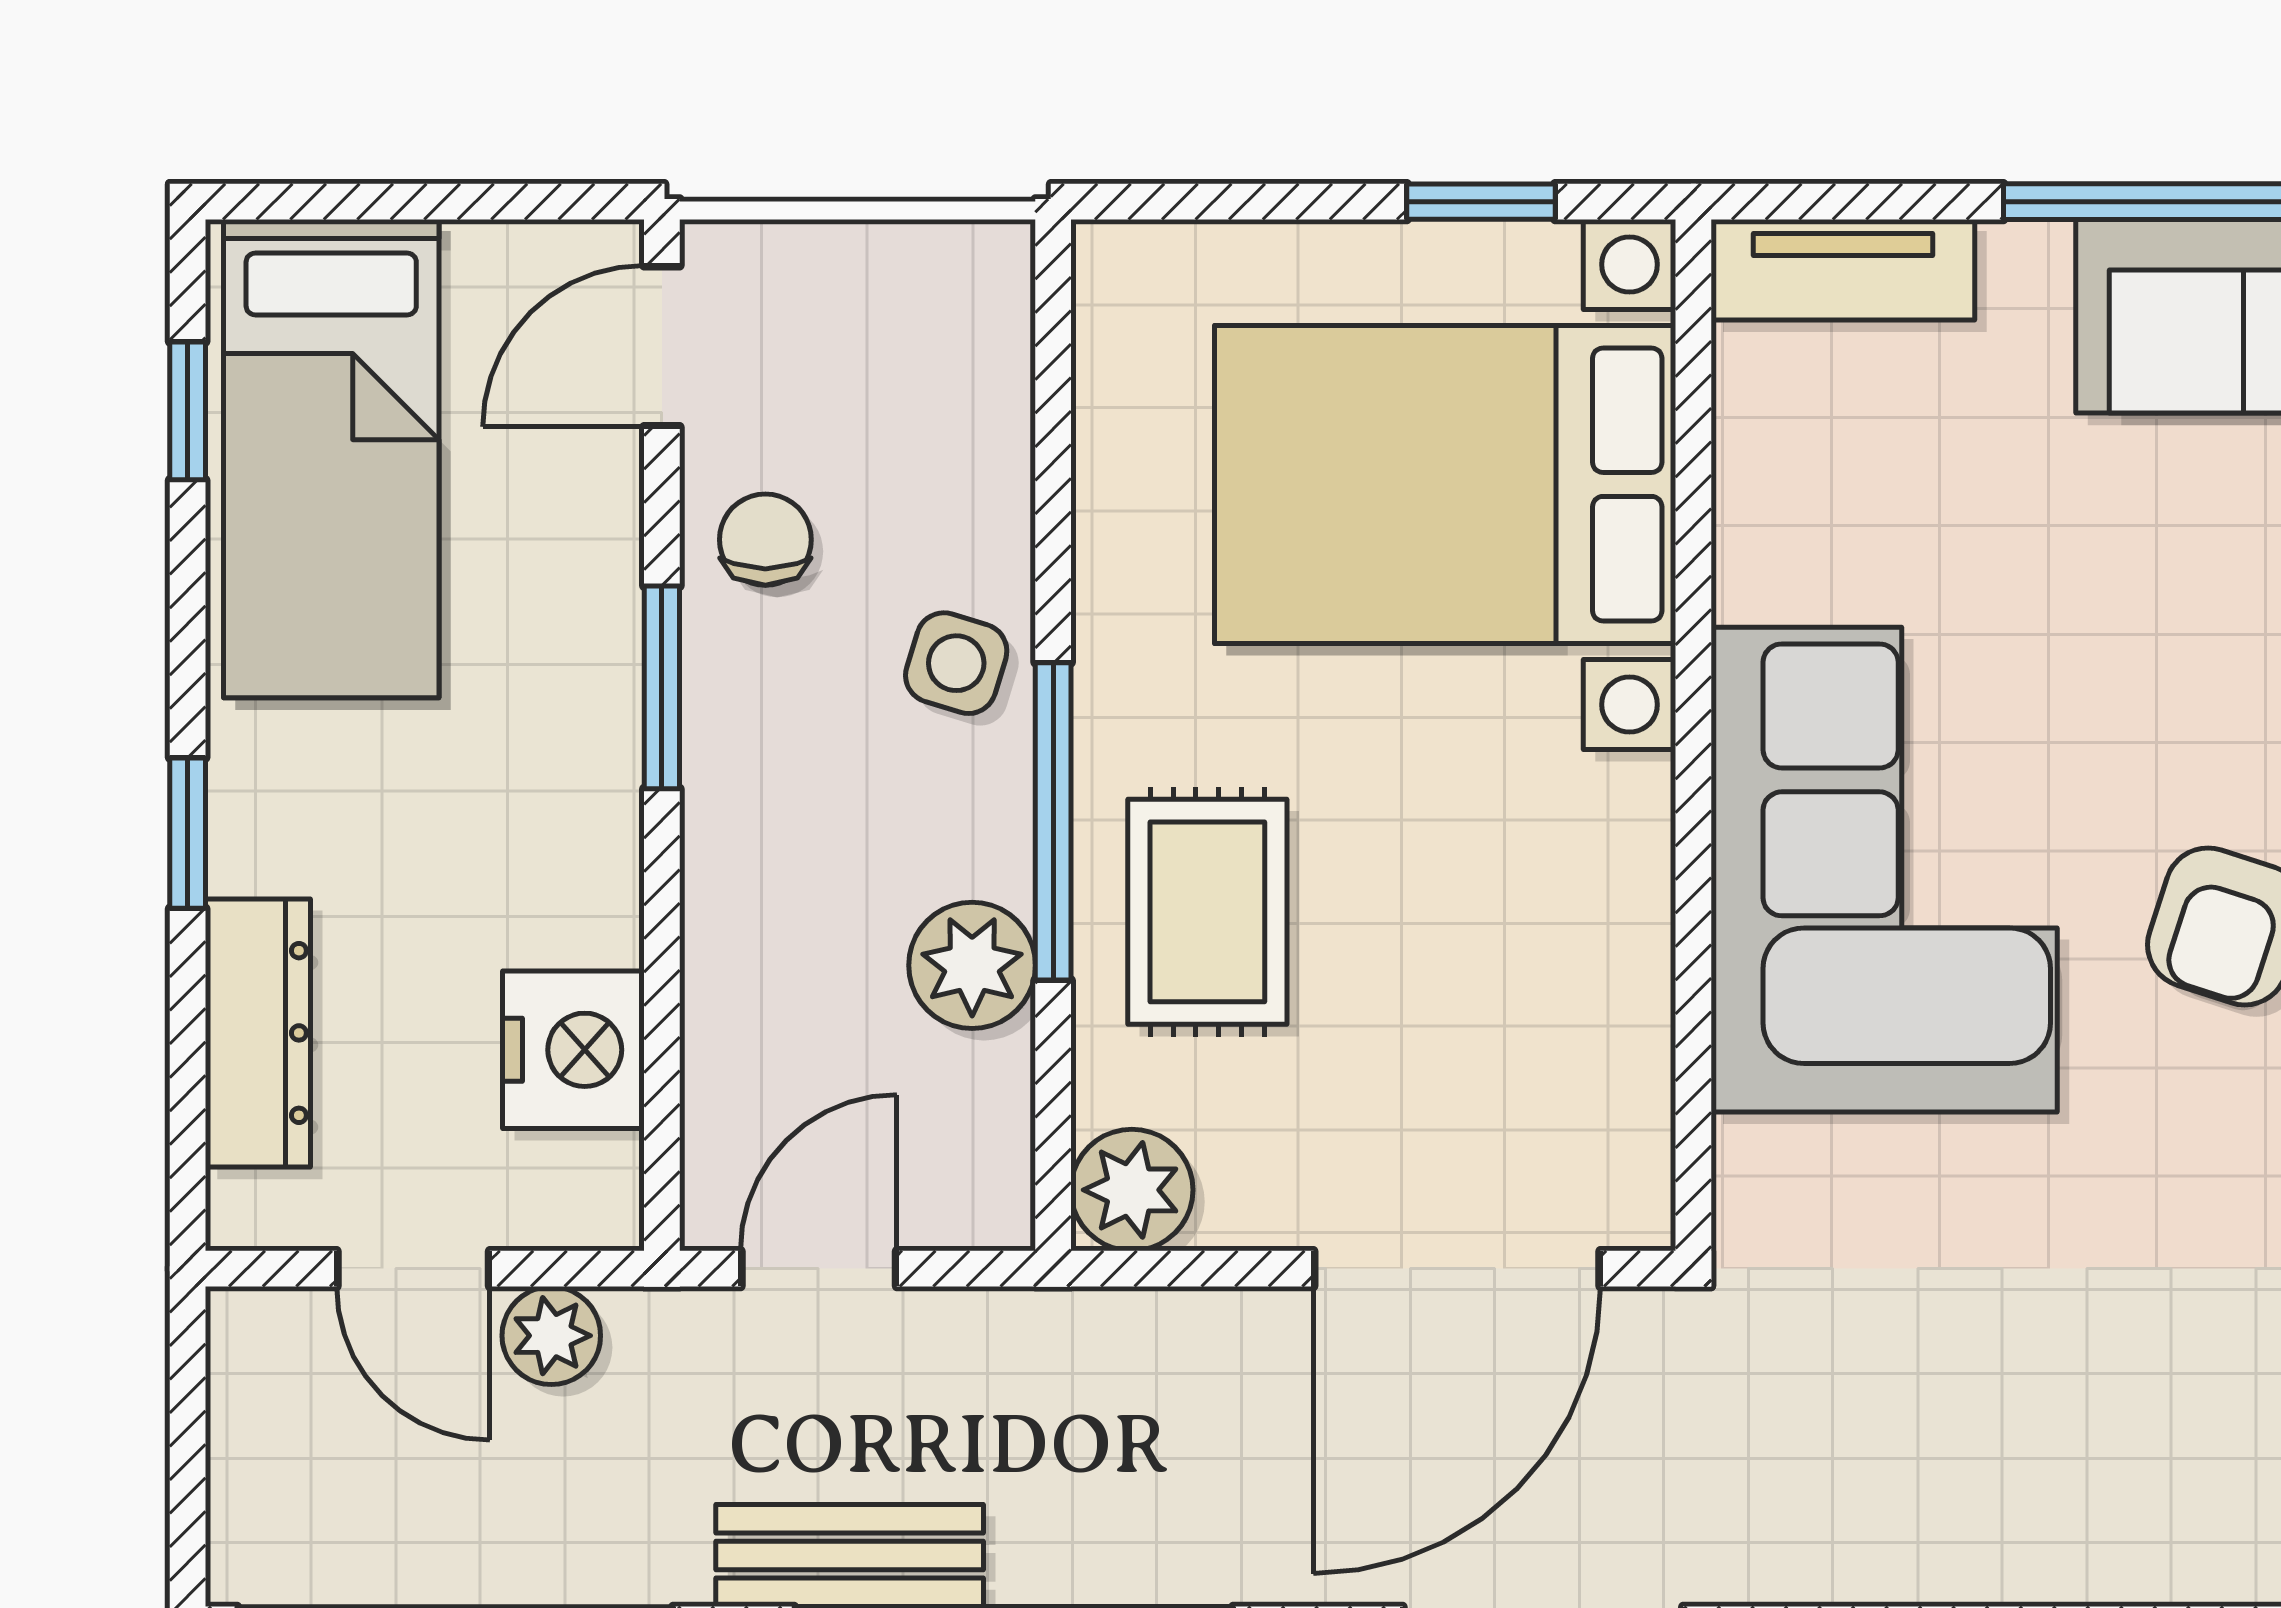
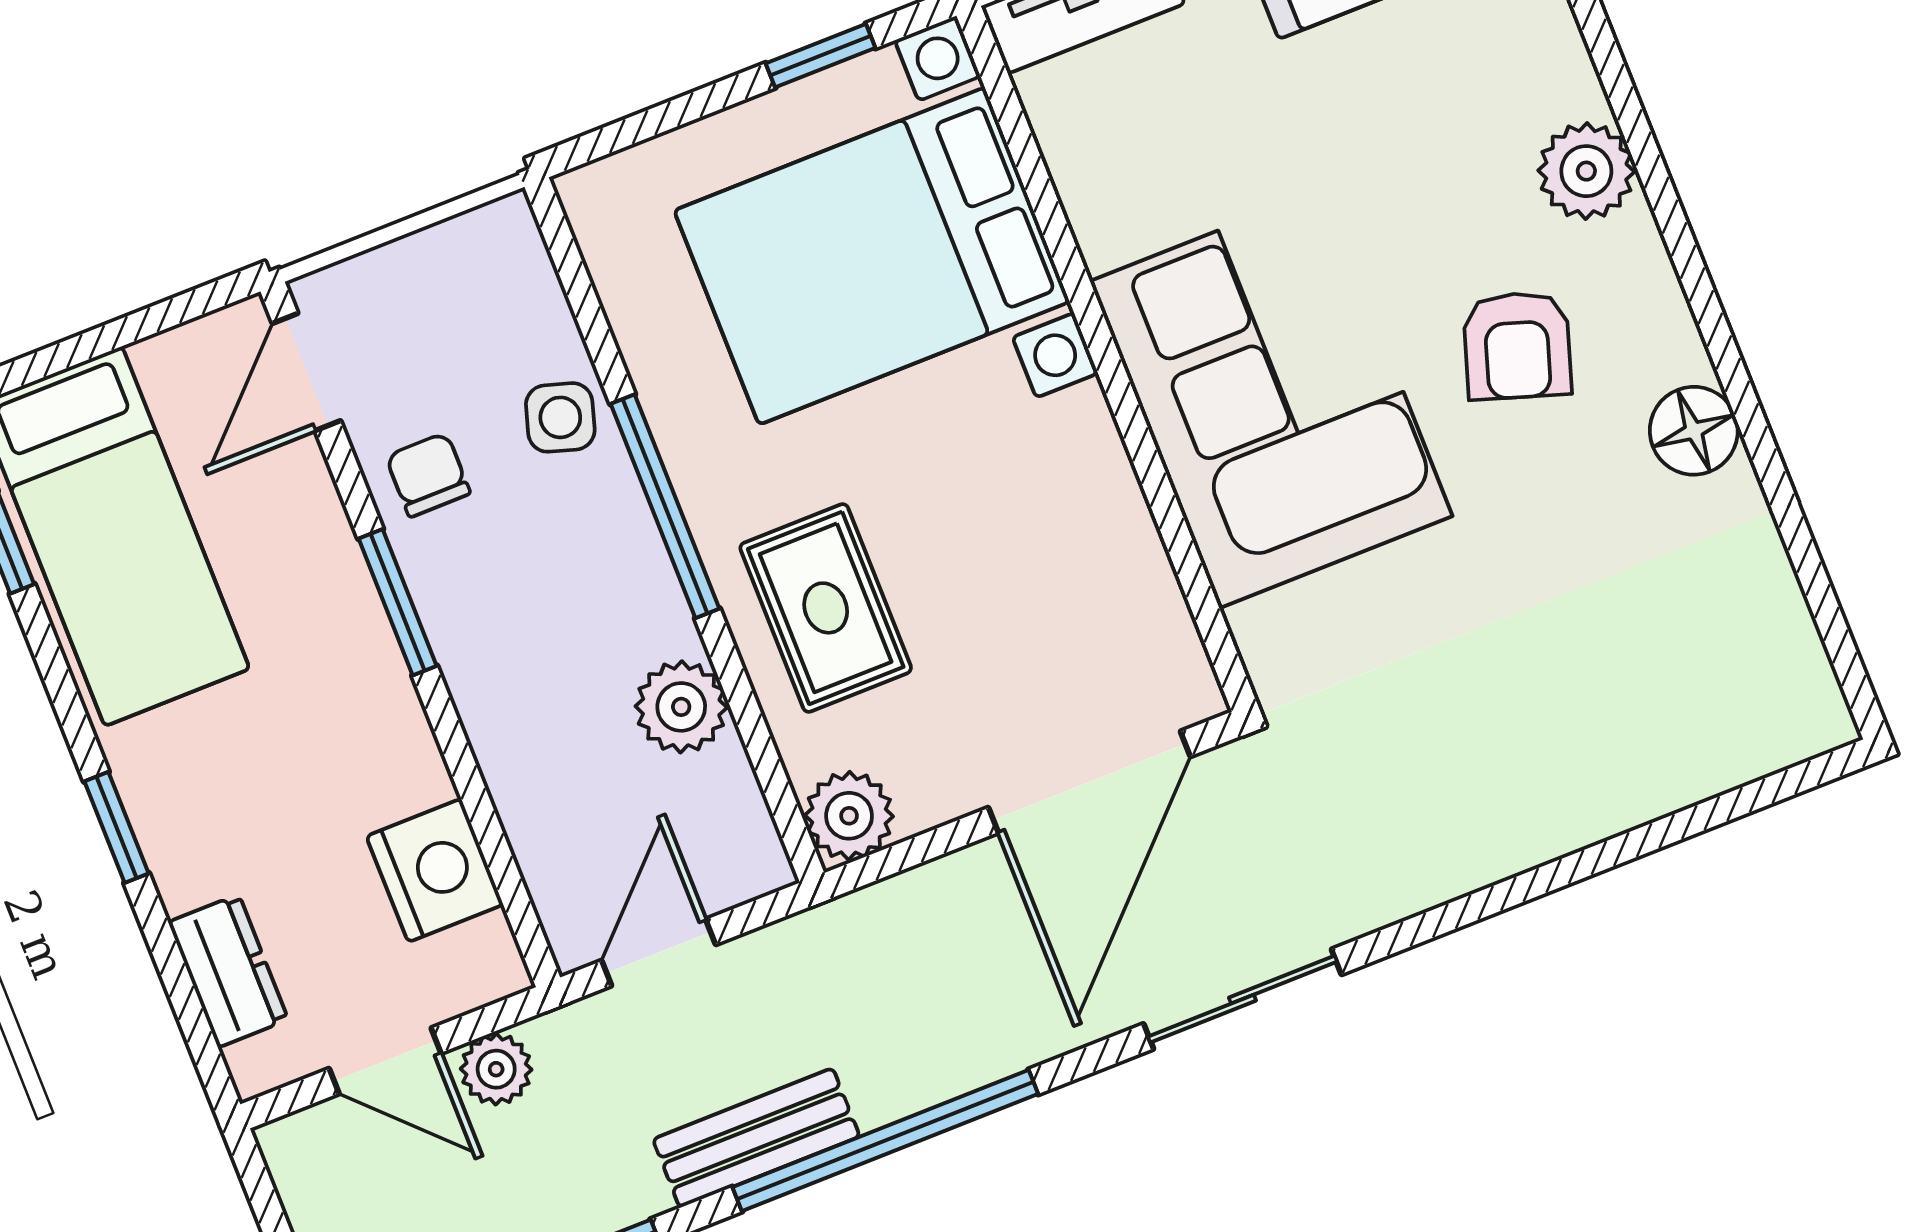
side table: (956, 663) -> (560, 417), moved
window: (1053, 821) -> (665, 506), moved
dresser: (258, 1033) -> (228, 971), width x0.70

